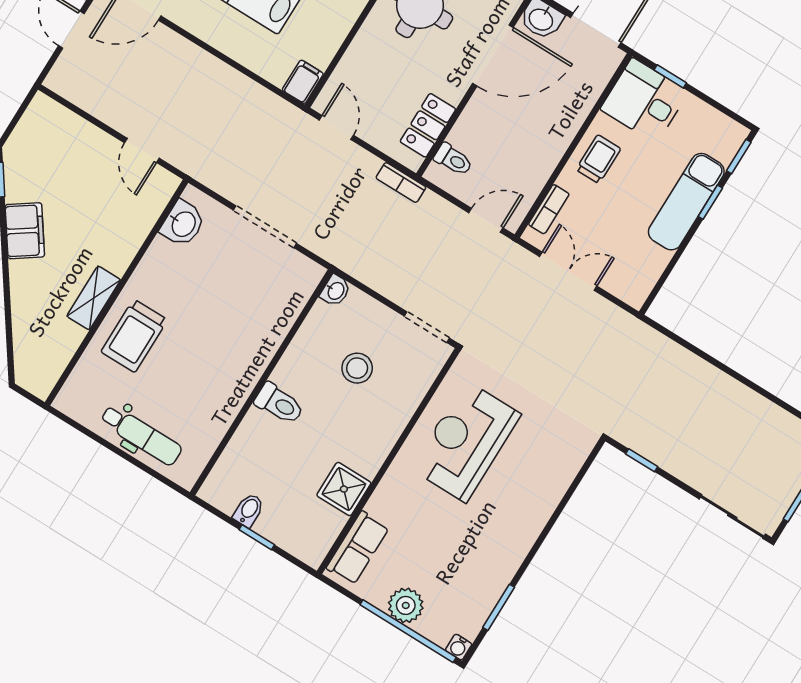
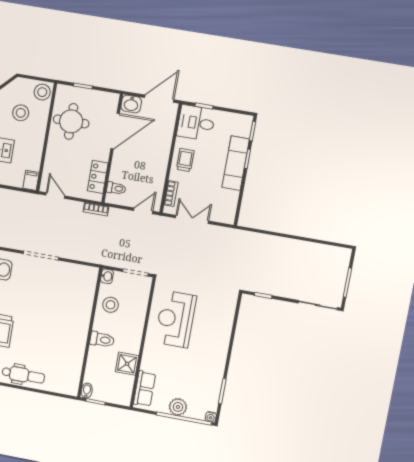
washbasin: (335, 291) -> (107, 276), moved
wall: (262, 382) -> (90, 333), moved
toilet: (279, 404) -> (102, 340), moved

